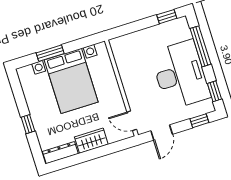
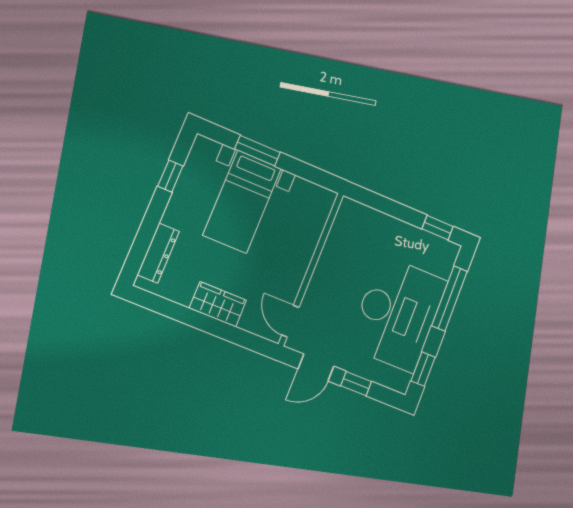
bed with nightstands: (71, 81) -> (242, 202), width x0.73
window: (199, 121) -> (356, 384), moved
window: (28, 124) -> (170, 176), moved
dresser: (60, 153) -> (158, 253), moved, turned 90

